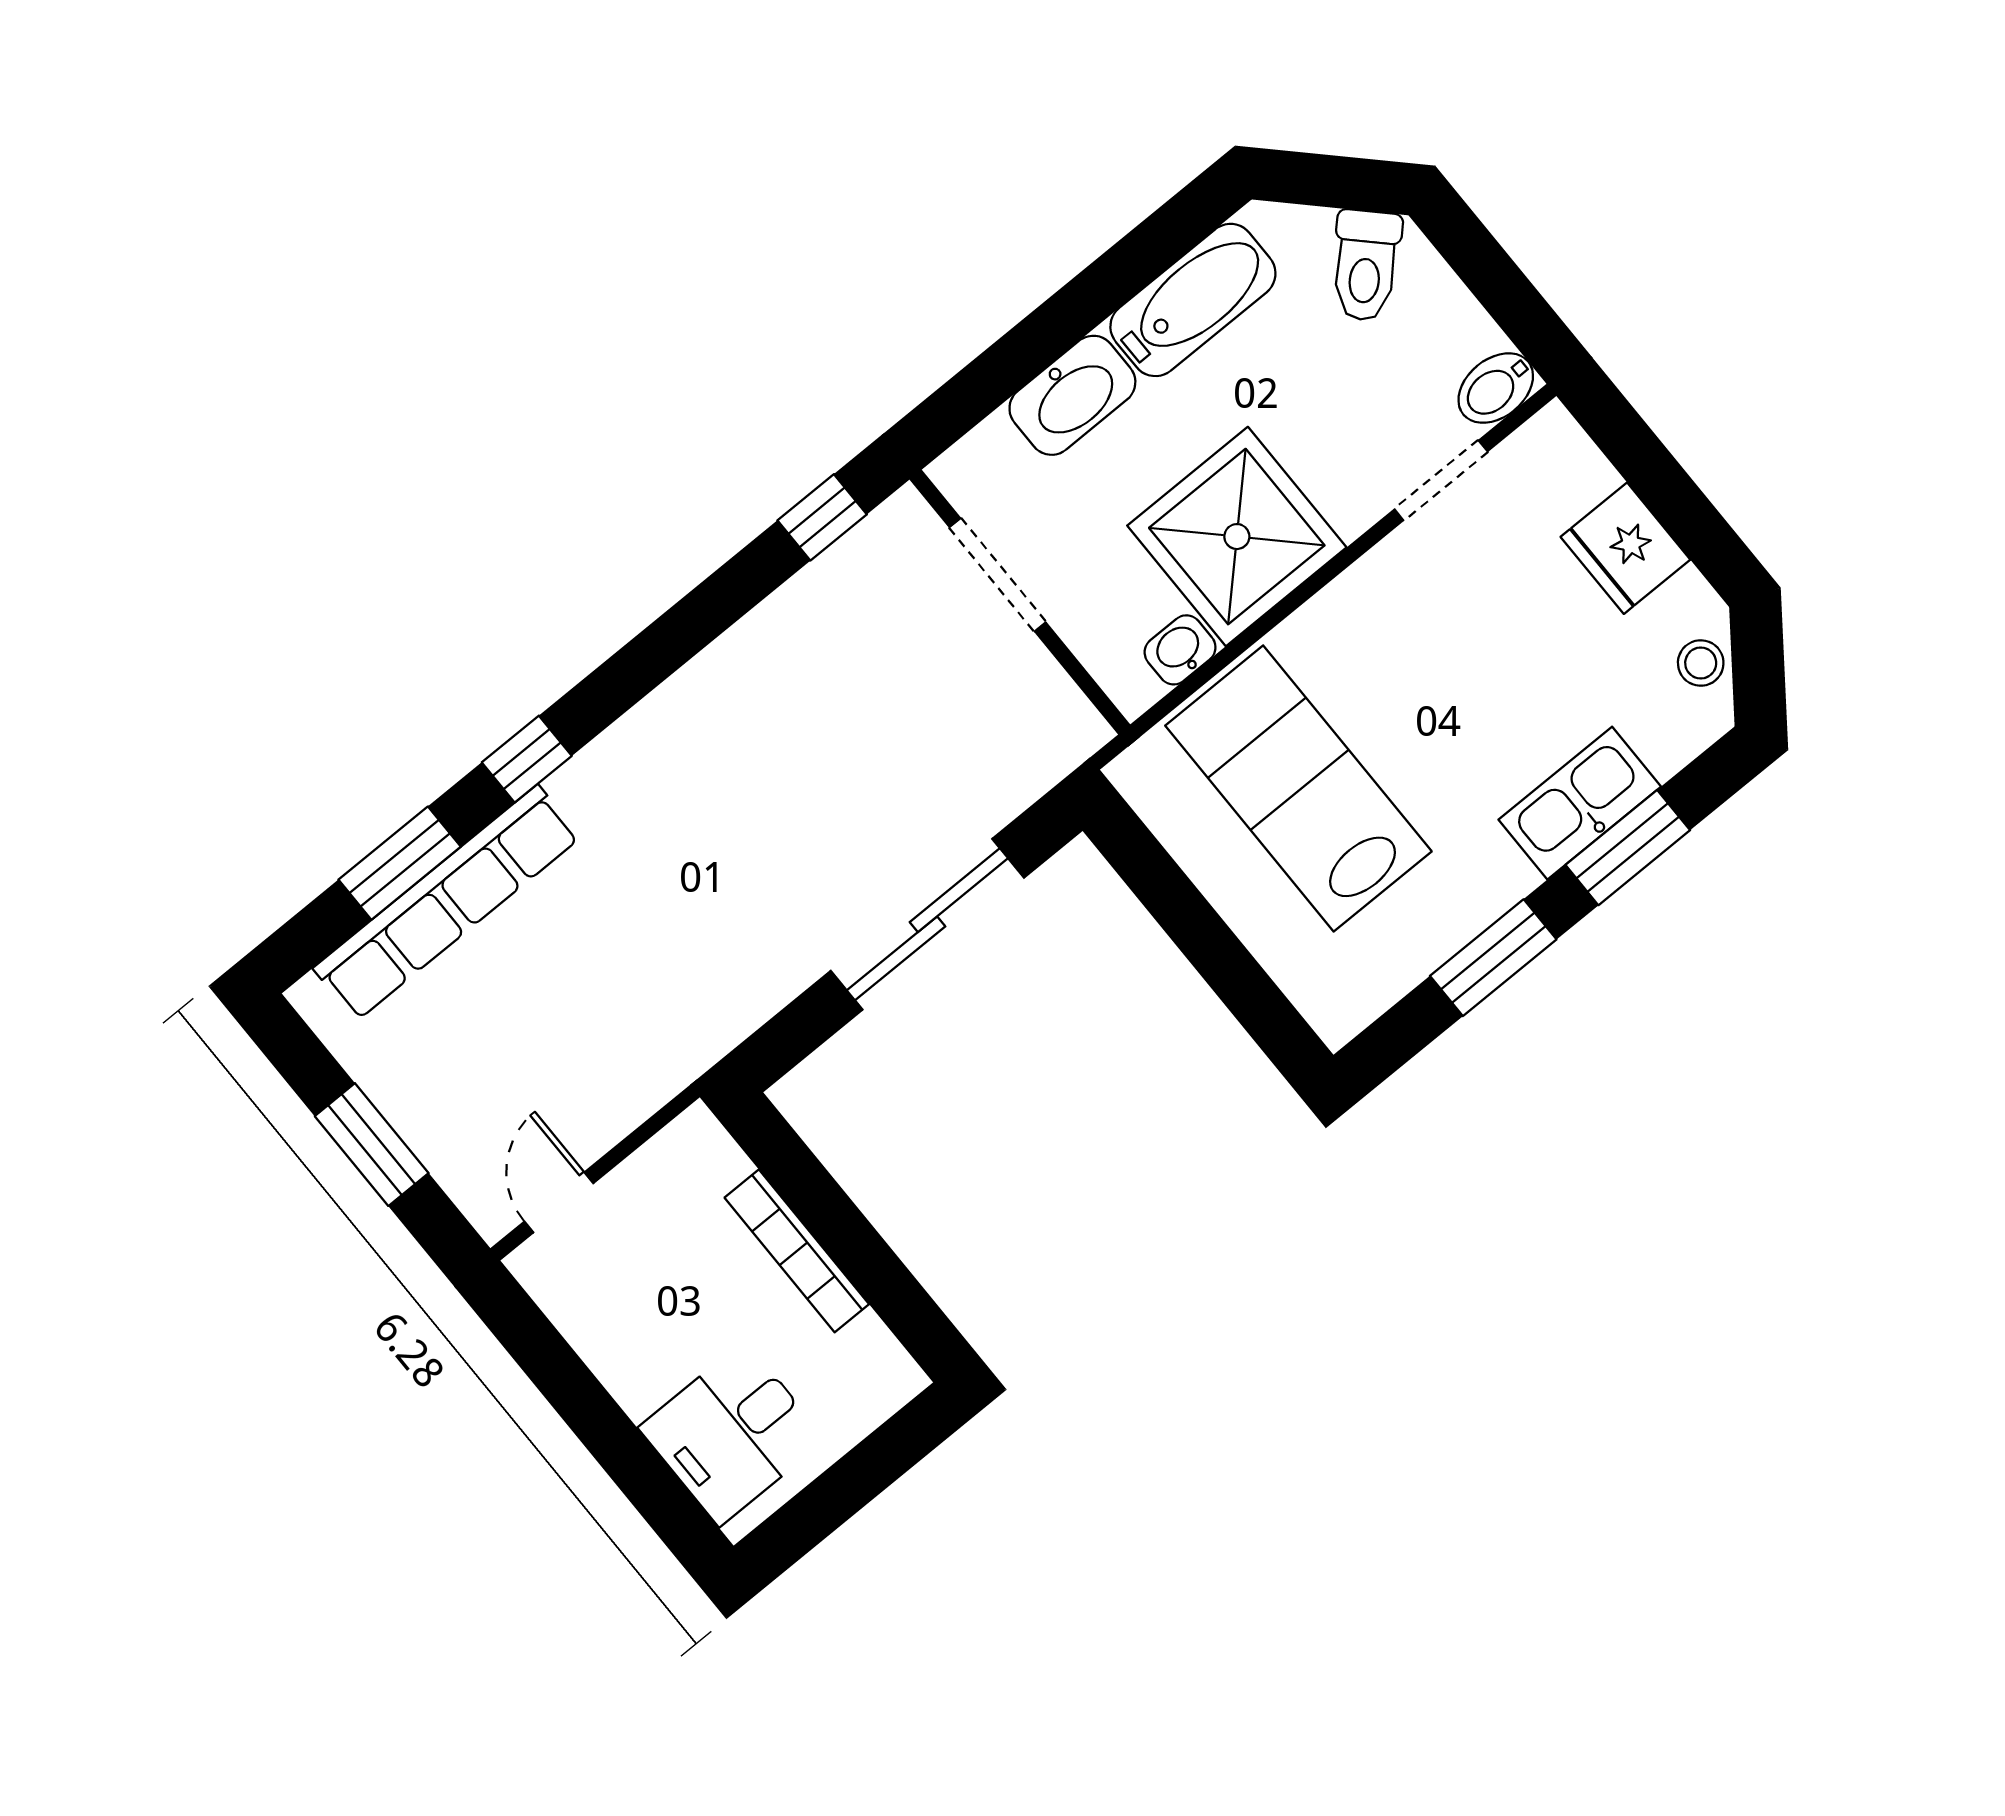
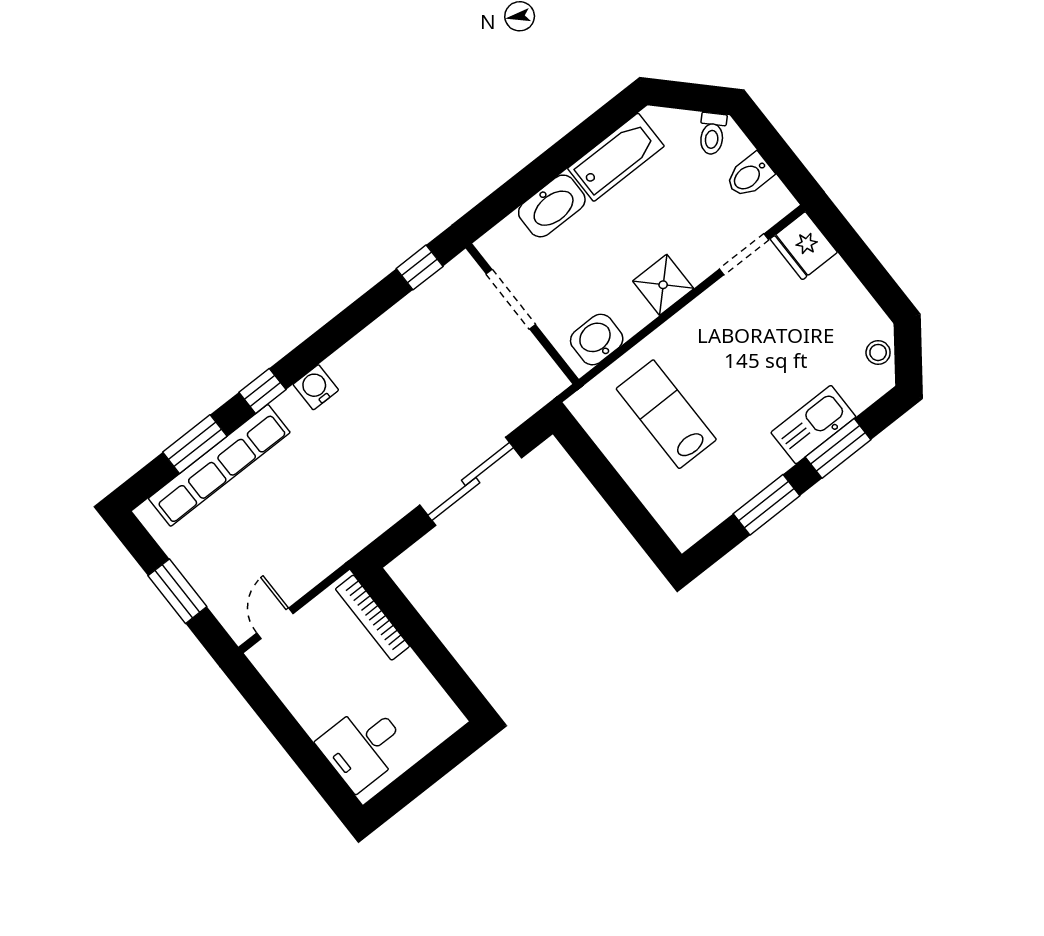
toilet: (1366, 265) -> (712, 134), width x0.73, depth x0.72
bidet: (1496, 388) -> (749, 176), moved
shower: (1237, 537) -> (663, 285), width x0.54, depth x0.54
fridge: (1625, 548) -> (804, 246), moved
washbasin: (1180, 650) -> (597, 340), width x1.38, depth x1.45
water cooler: (628, 750) -> (316, 387), added
lab bench: (1298, 789) -> (666, 414), width x0.73, depth x0.72
bookcase: (797, 1251) -> (372, 618), moved

